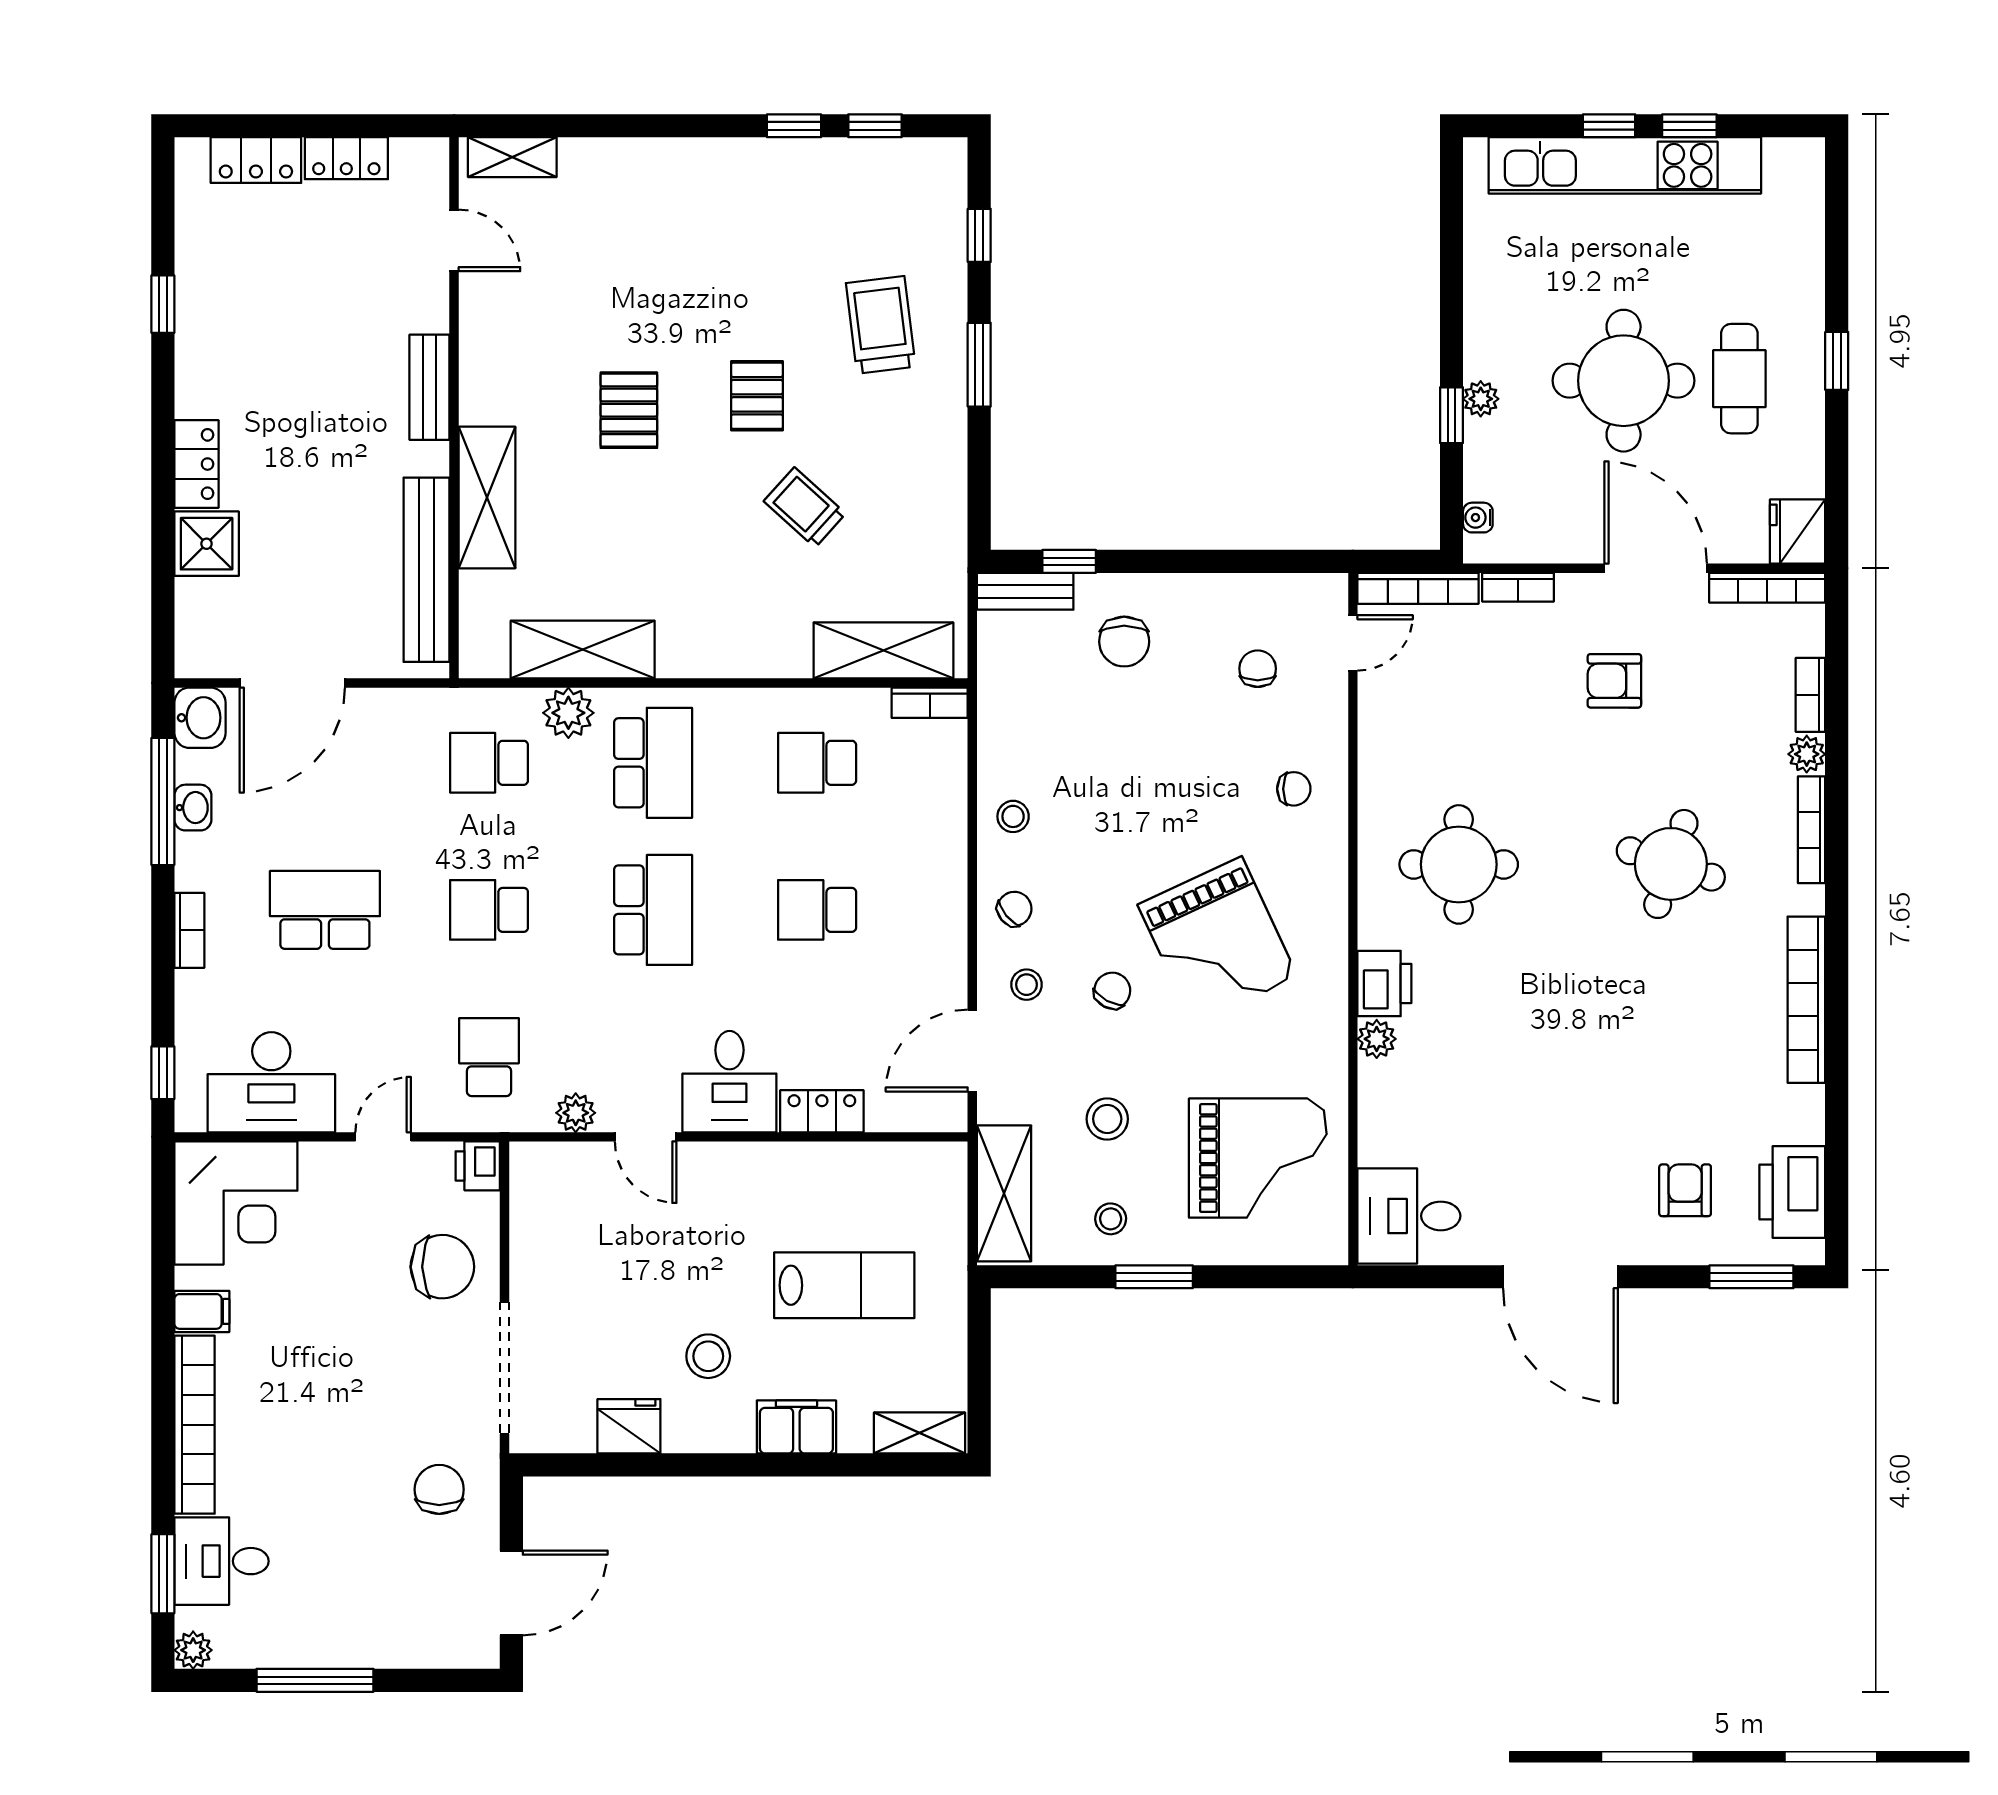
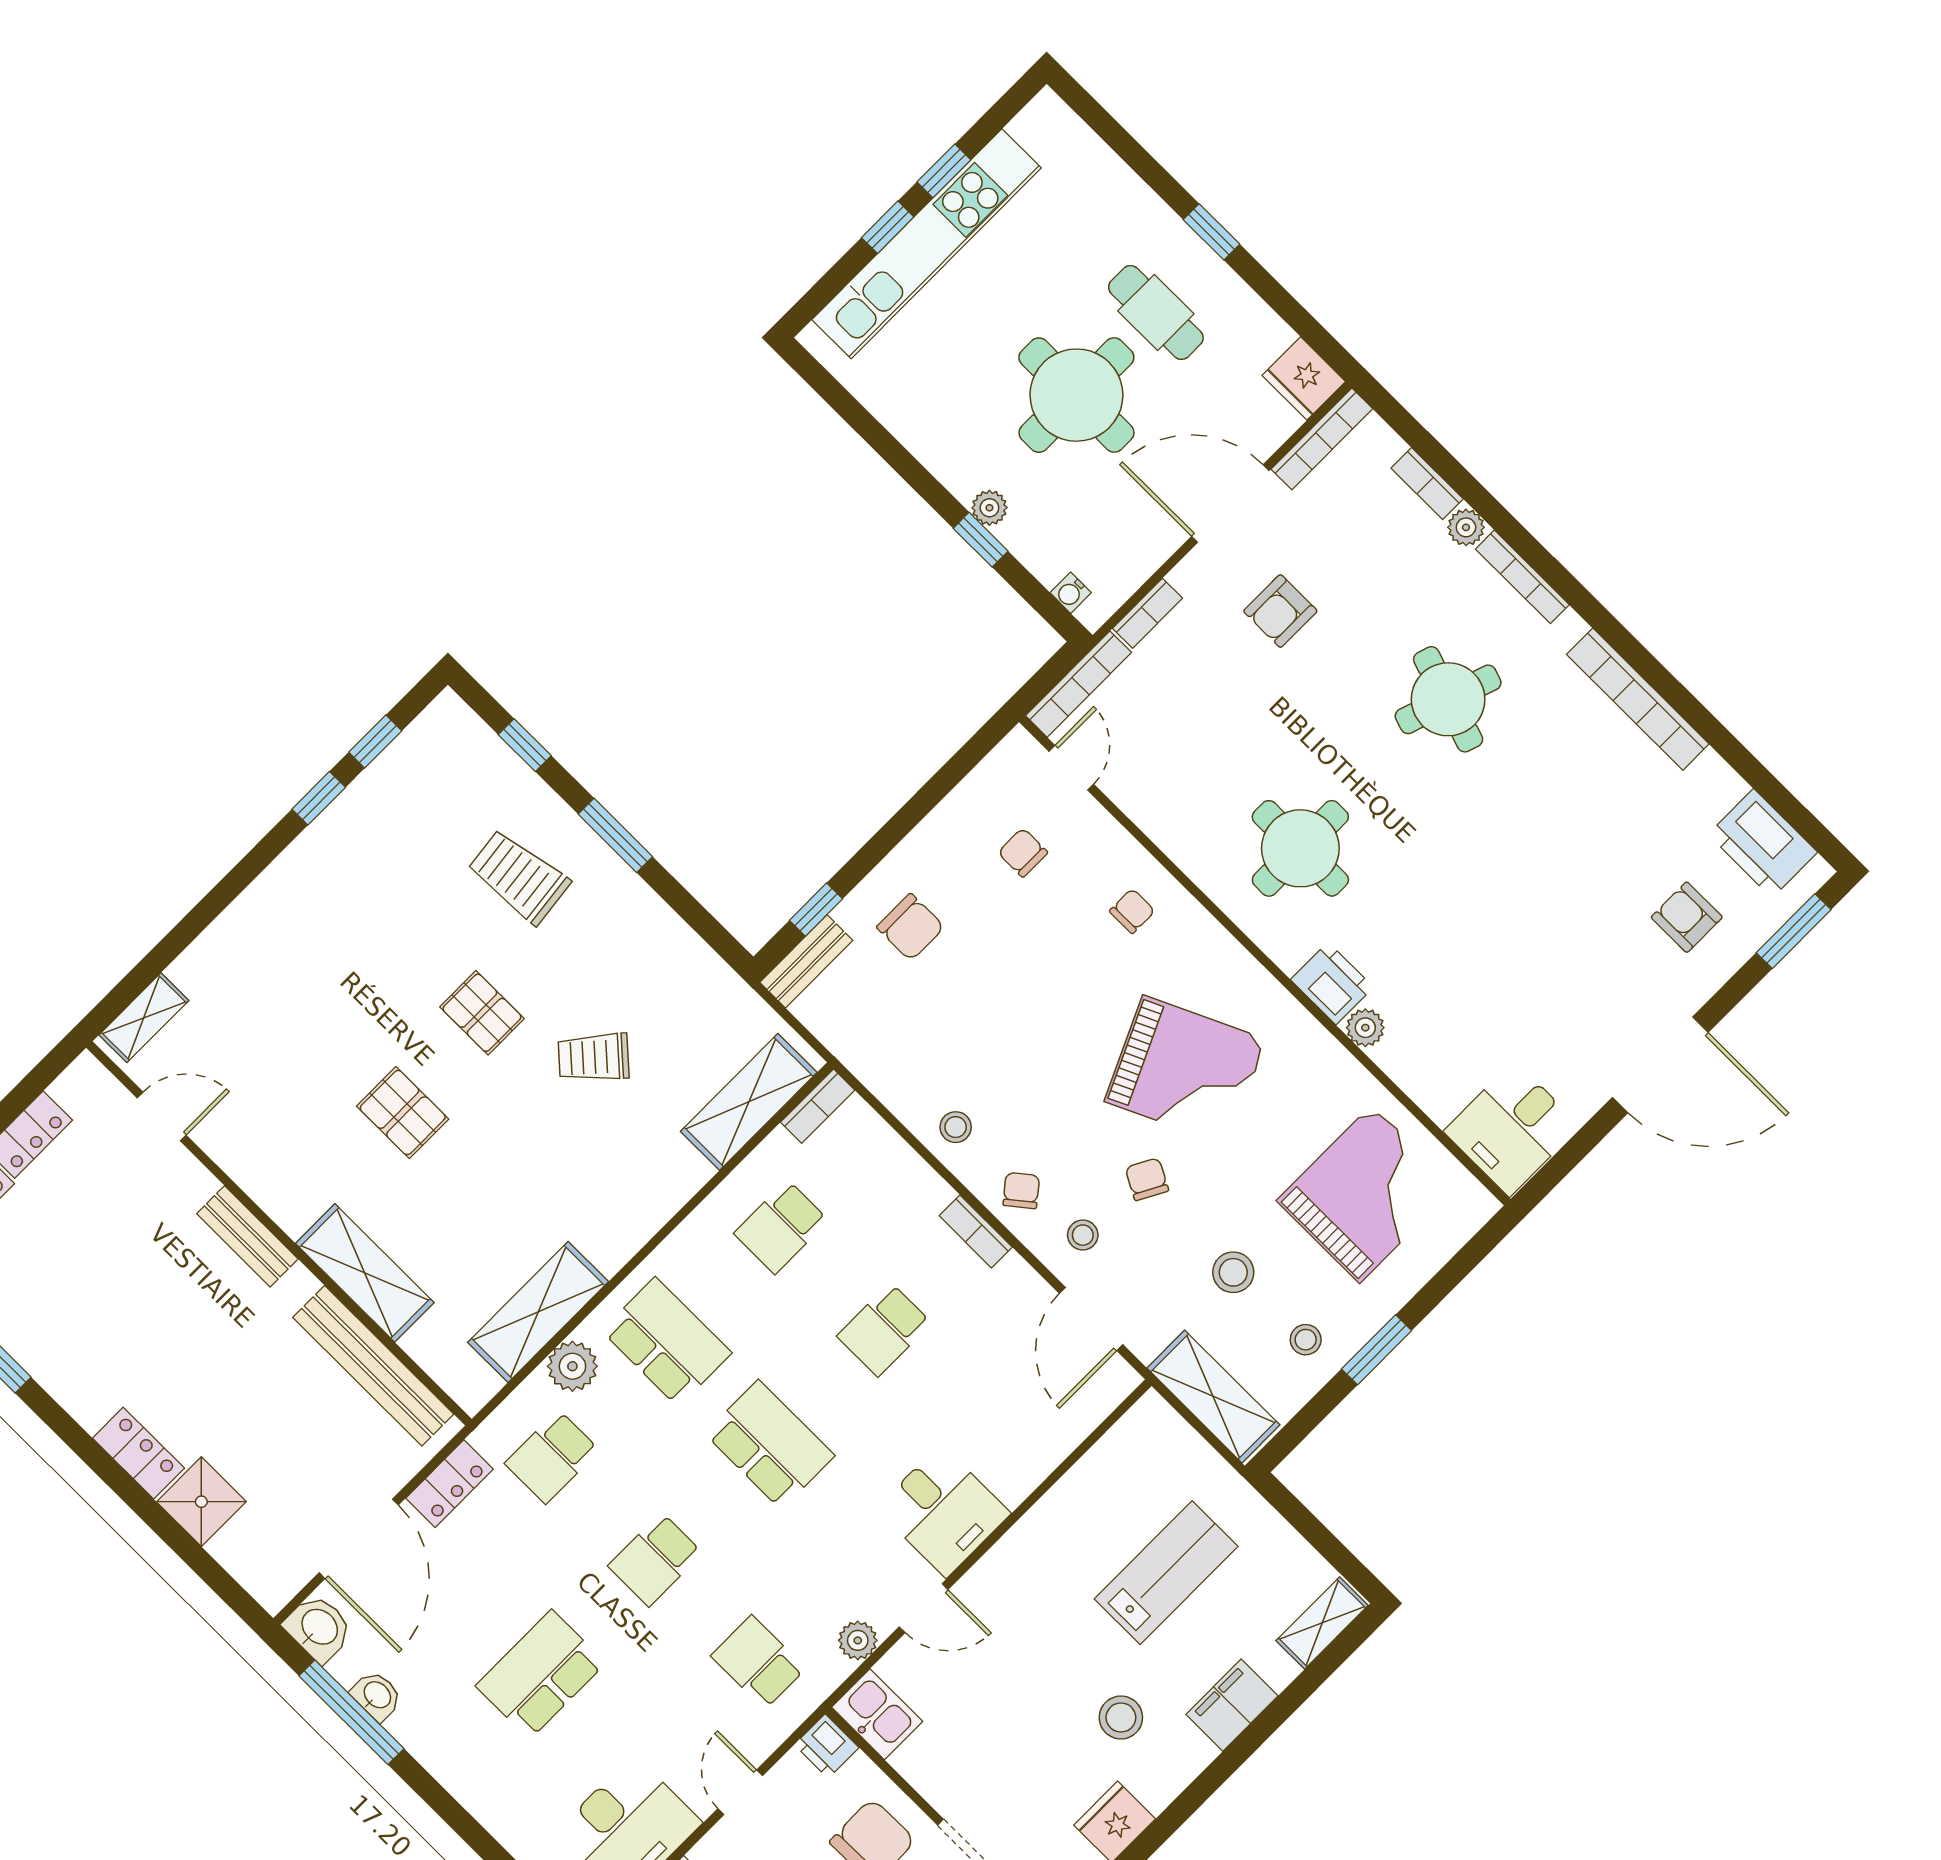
bookcase: (189, 930) -> (976, 1231), moved, turned 180
locker: (822, 1111) -> (450, 1484), moved, turned 180
kitchen sink: (537, 1179) -> (877, 1714), added

